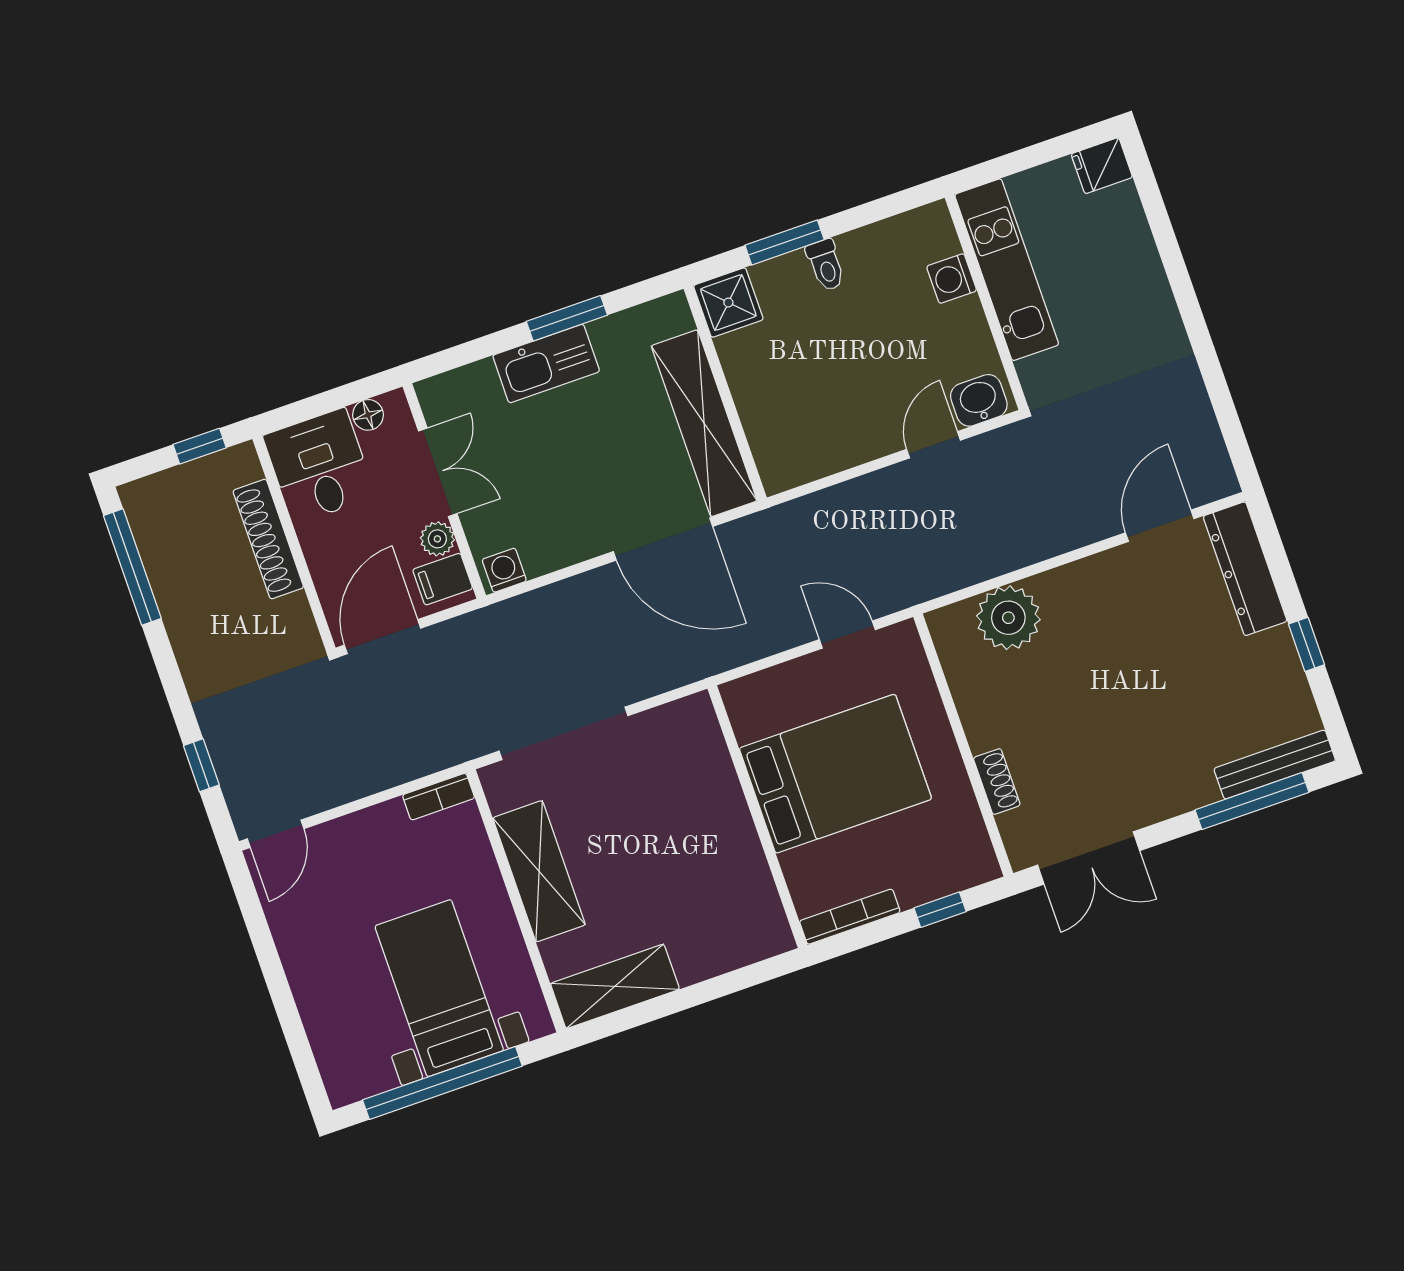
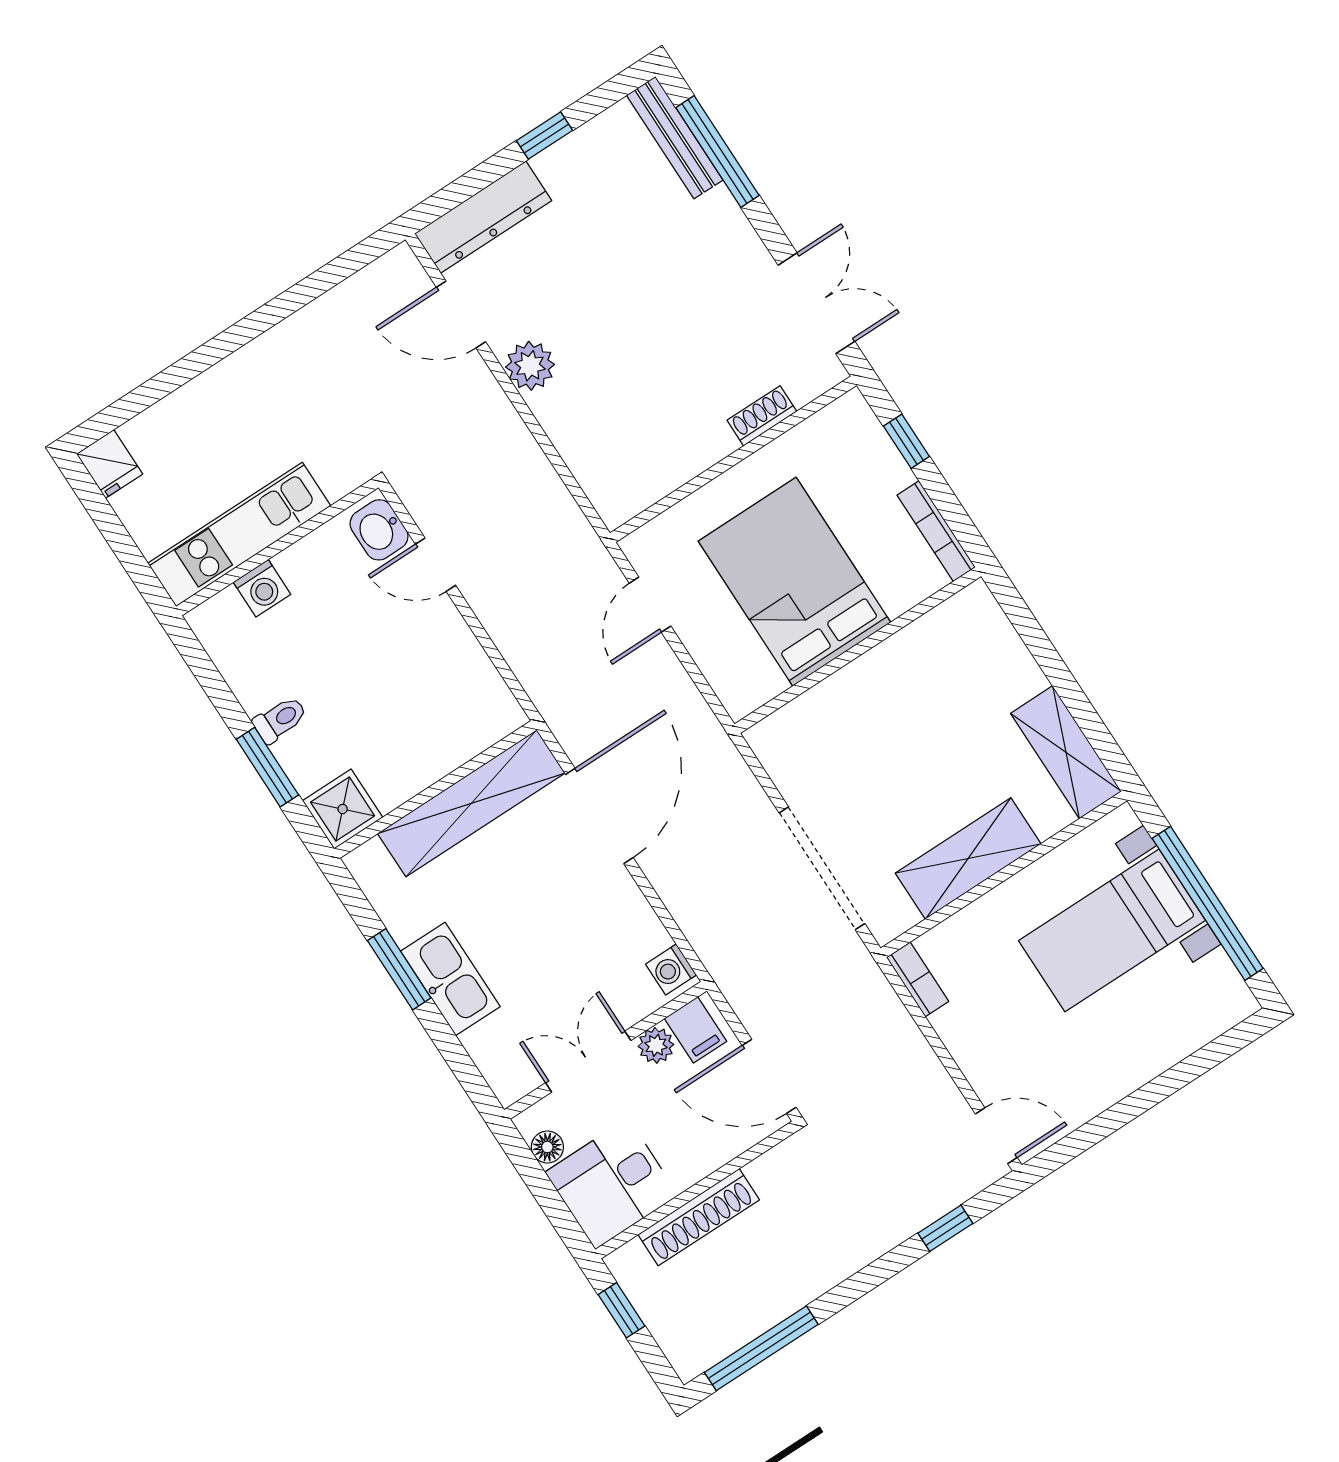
plant: (1008, 618) -> (530, 366), moved, width x0.73, depth x0.73

